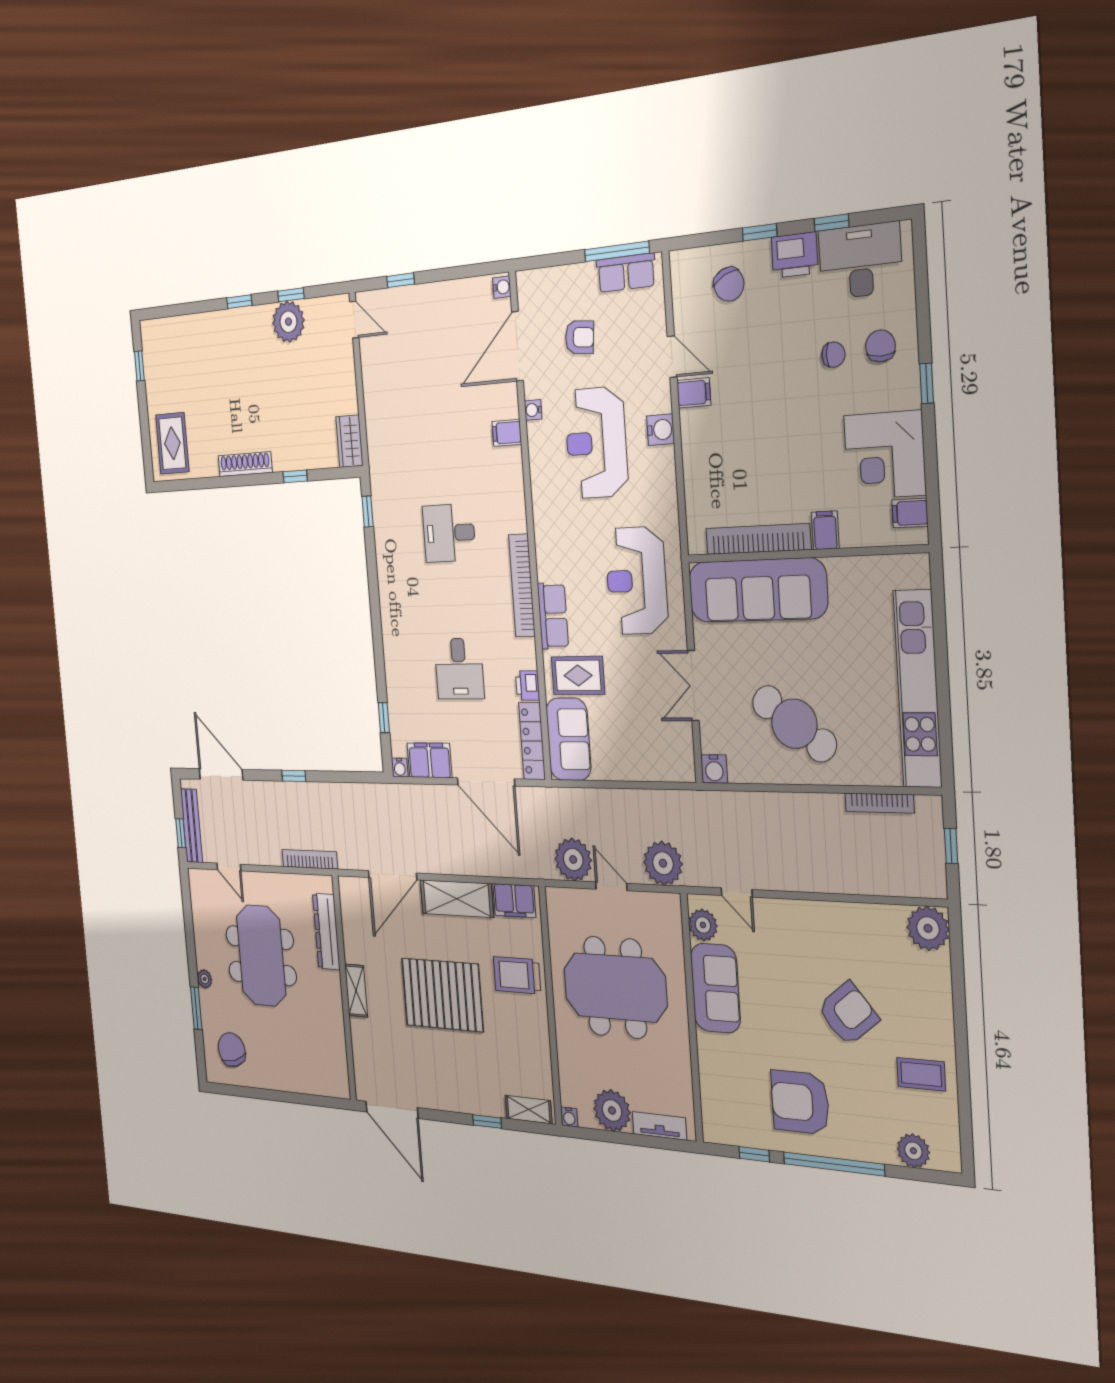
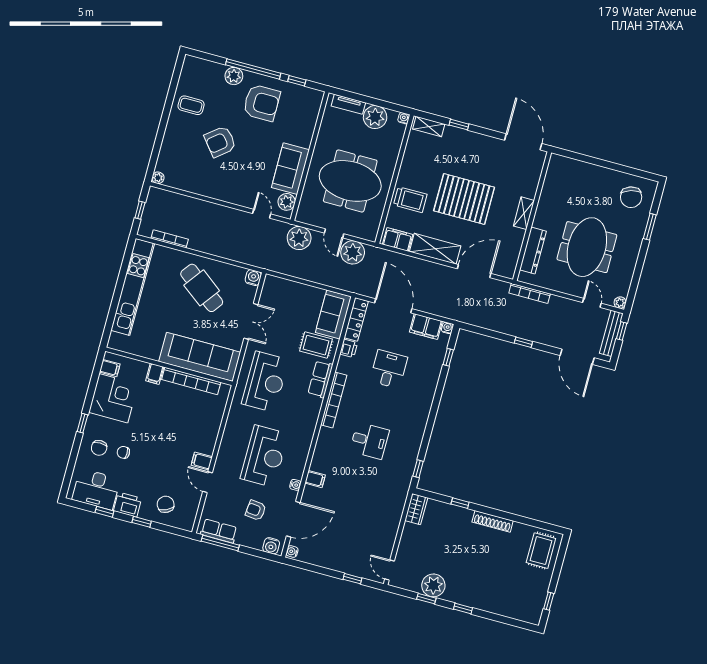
water cooler: (661, 430) -> (271, 546), moved, turned -90
plant: (928, 928) -> (158, 178), width x0.53, depth x0.53
plant: (205, 979) -> (620, 303), moved
plant: (913, 1151) -> (234, 76), moved

